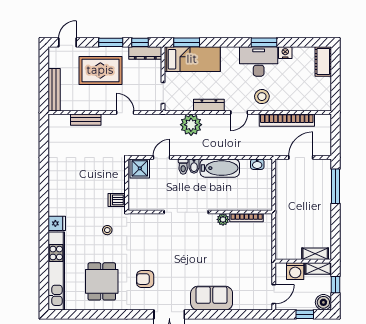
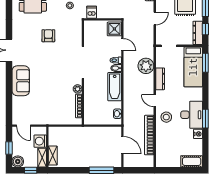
armchair: (145, 279) -> (48, 36), moved

